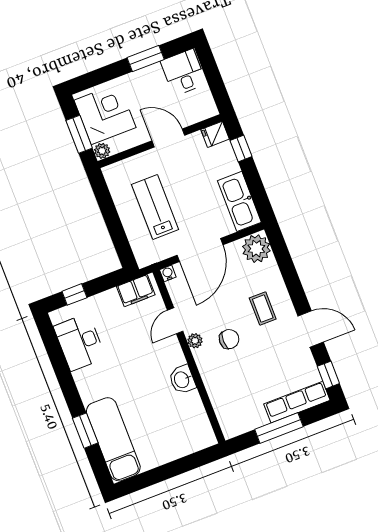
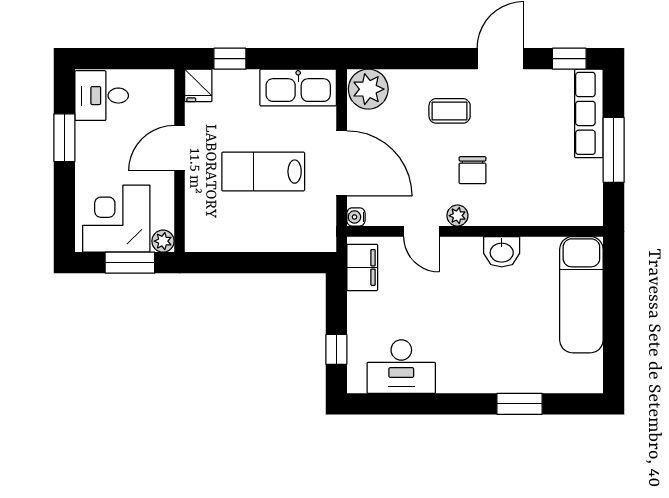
lab bench: (155, 207) -> (263, 172), moved
chair: (229, 339) -> (473, 170), turned 180
exam couch: (113, 439) -> (581, 295), moved, turned -90

